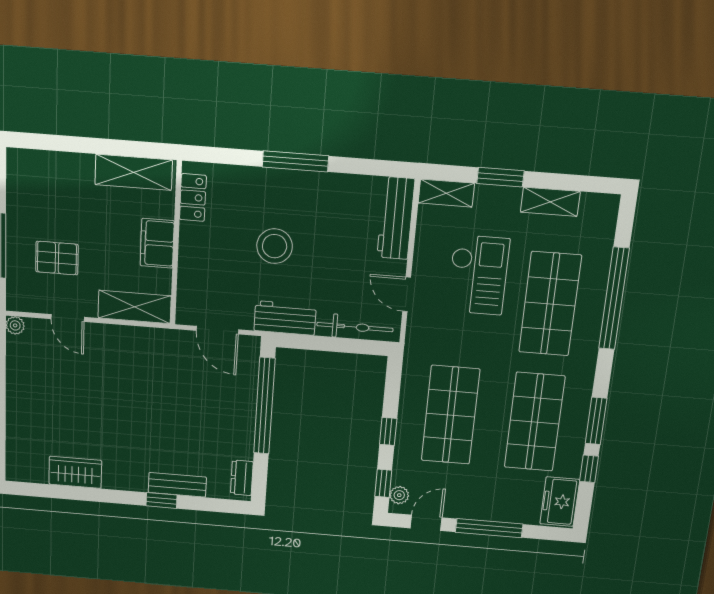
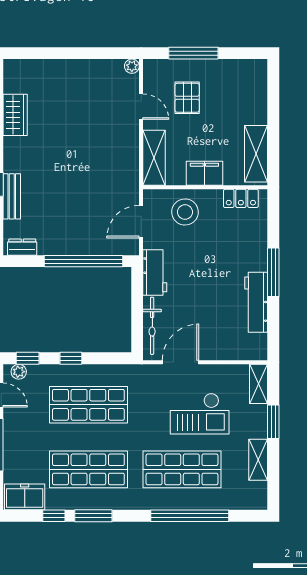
workbench: (396, 218) -> (256, 302), moved, turned -90
stool: (275, 246) -> (185, 212), moved
door: (407, 294) -> (181, 362), width x1.38
door: (68, 318) -> (141, 107), swing flipped

